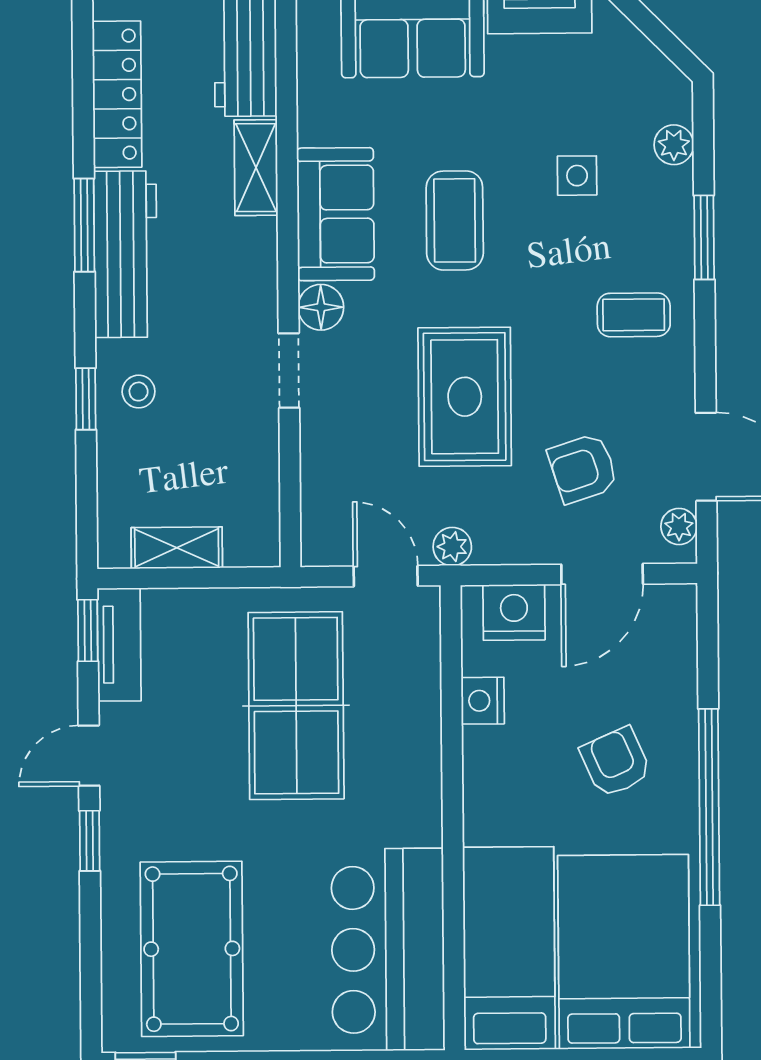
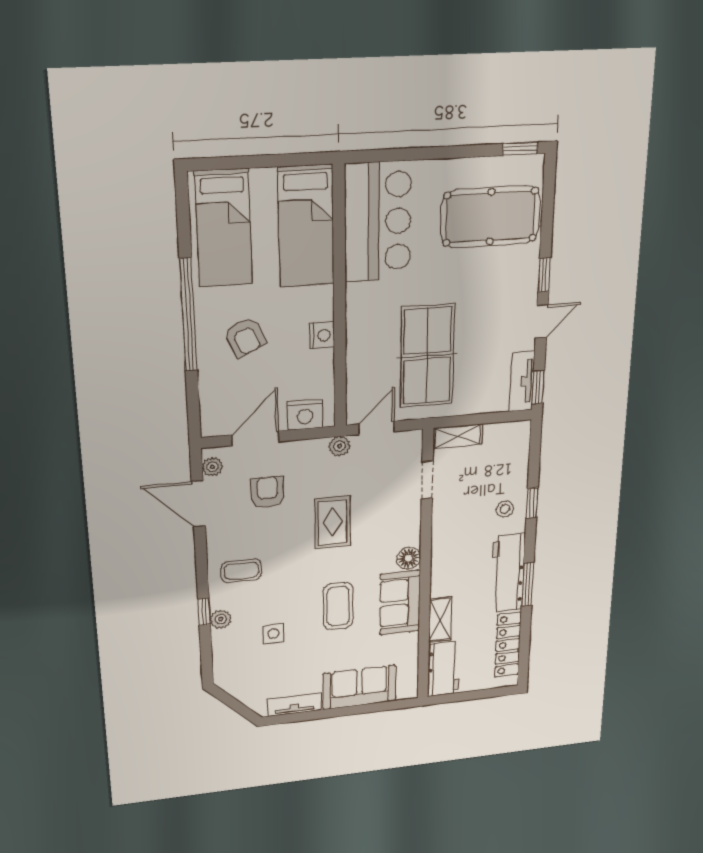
plant: (674, 145) -> (221, 619), moved
window: (704, 237) -> (204, 612), width x0.67
doorway: (289, 370) -> (427, 480), moved
rug: (465, 397) -> (333, 522), width x0.73, depth x0.70
armchair: (583, 468) -> (267, 492), turned -72
shelving: (177, 548) -> (458, 436), moved
door: (386, 576) -> (376, 428), swing flipped
nightstand: (483, 701) -> (322, 335), moved
pool table: (192, 949) -> (491, 217), turned 90
bed: (624, 952) -> (224, 228), width x0.67

